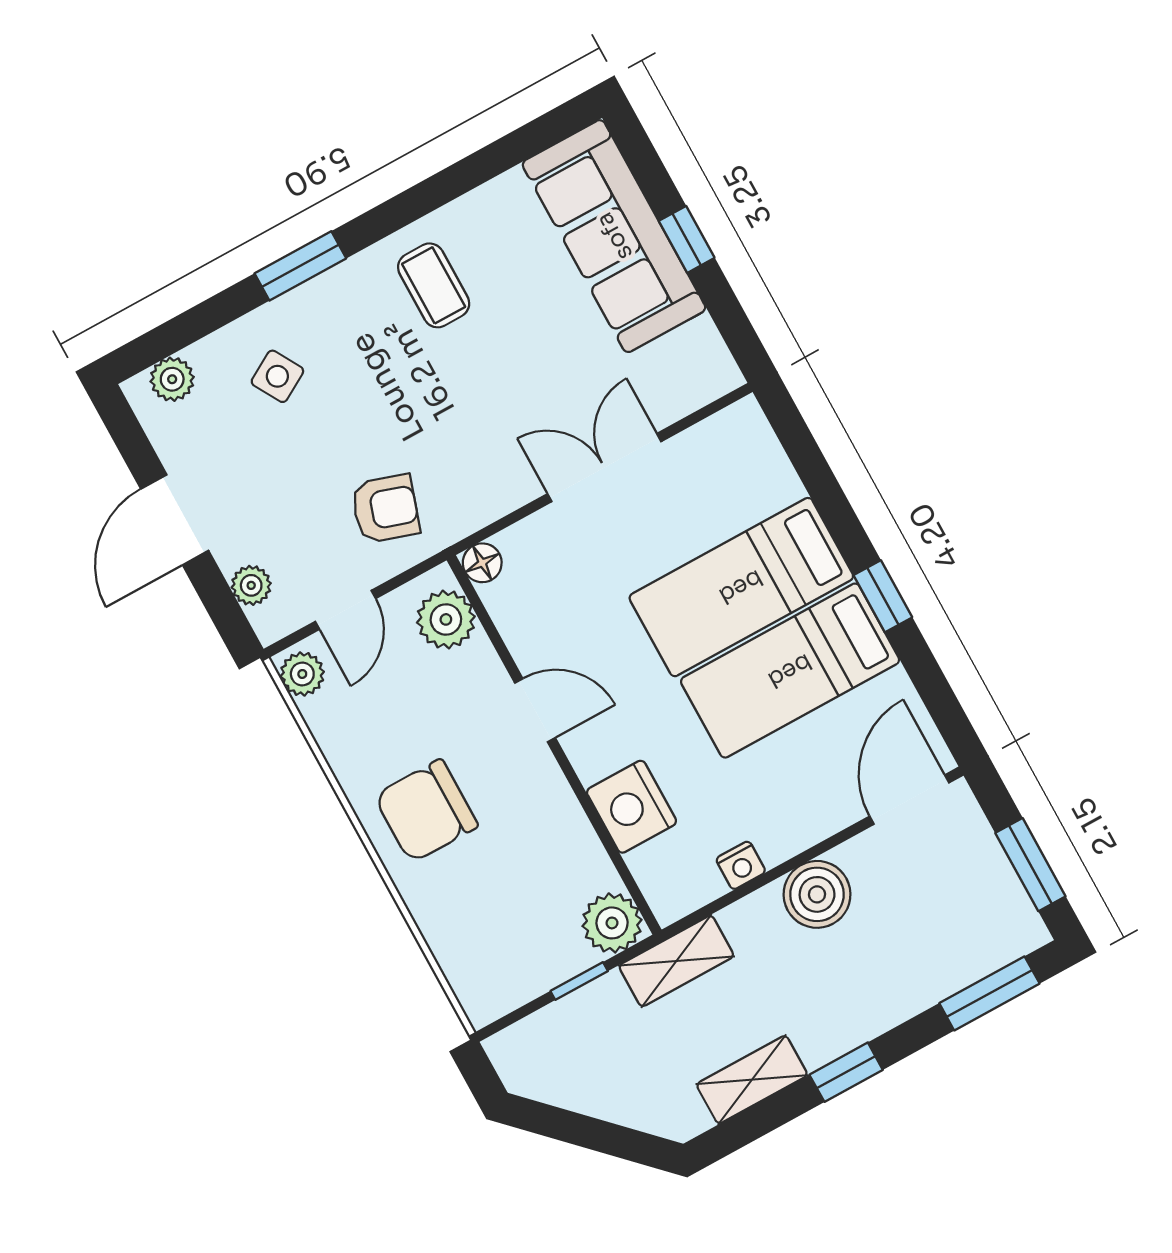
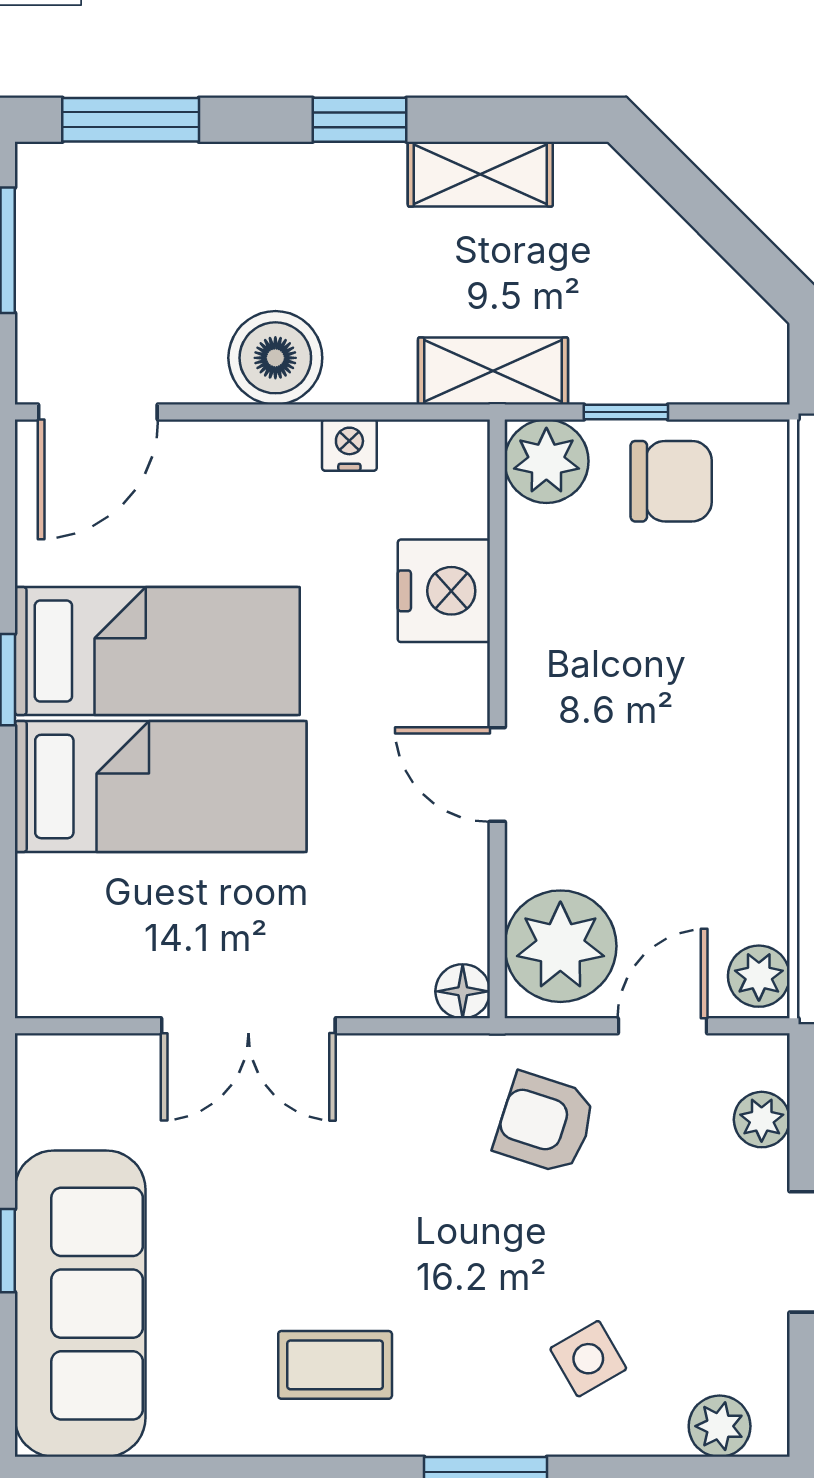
coffee table: (434, 285) -> (335, 1365), turned 90
plant: (446, 619) -> (560, 946), width x1.36, depth x1.36
chair: (426, 811) -> (671, 481), moved, width x0.73, depth x0.73

